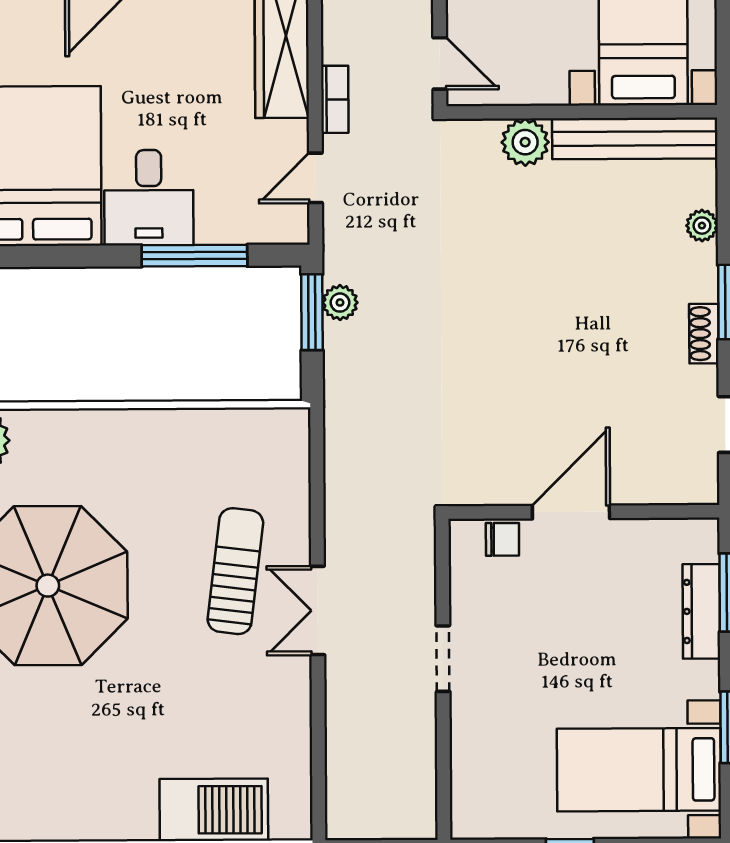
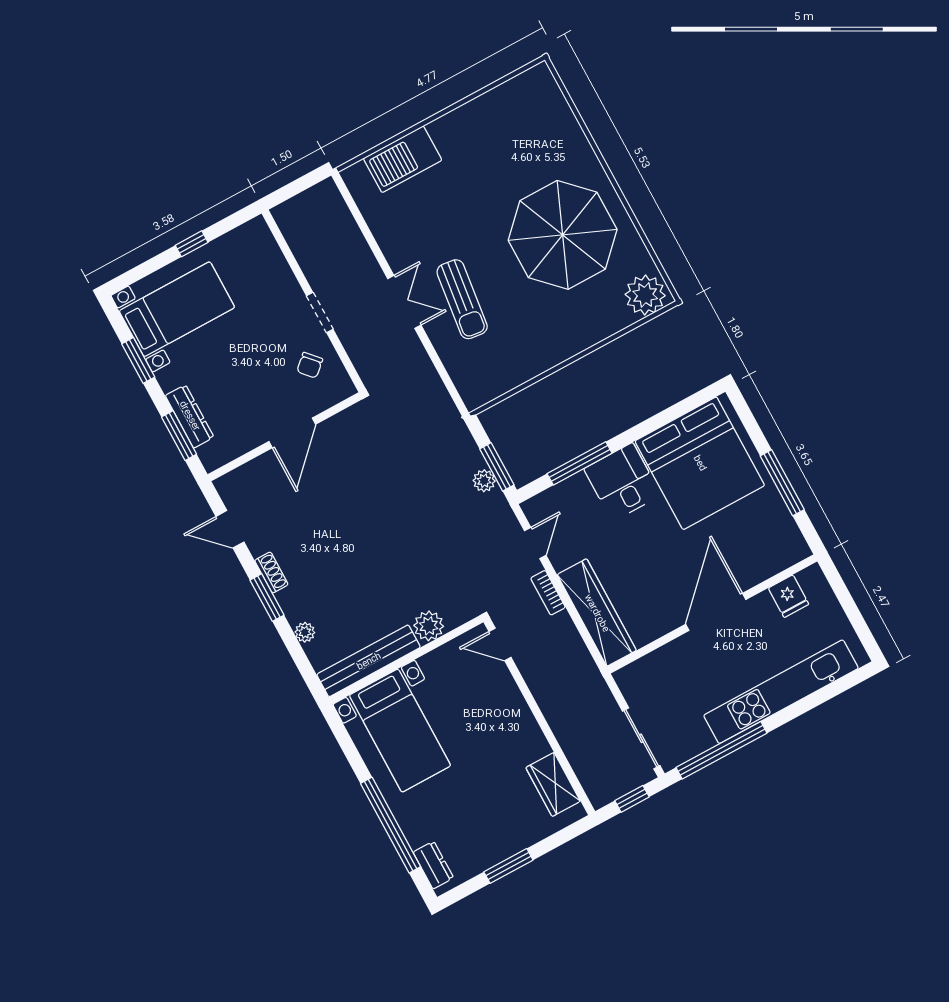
chair: (502, 539) -> (310, 365), moved, turned -42

